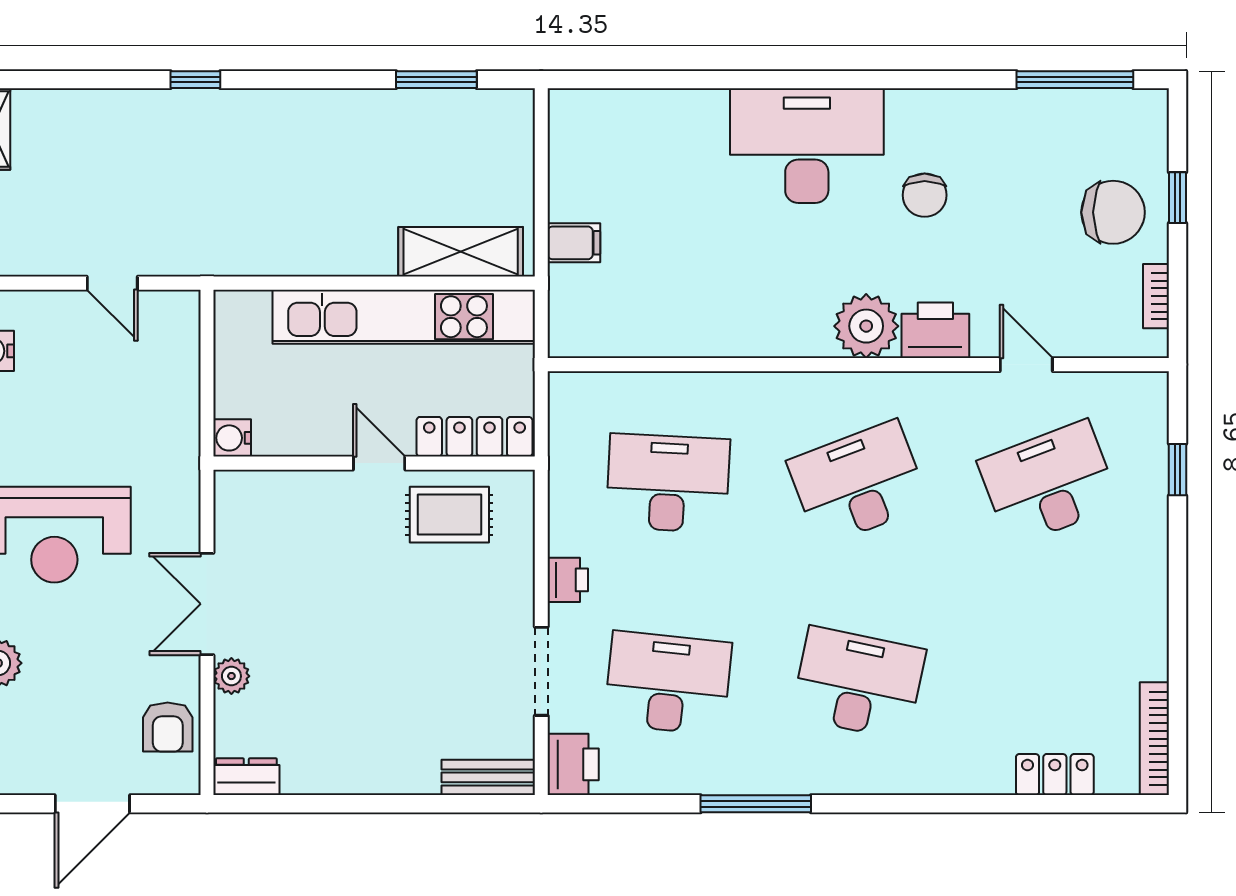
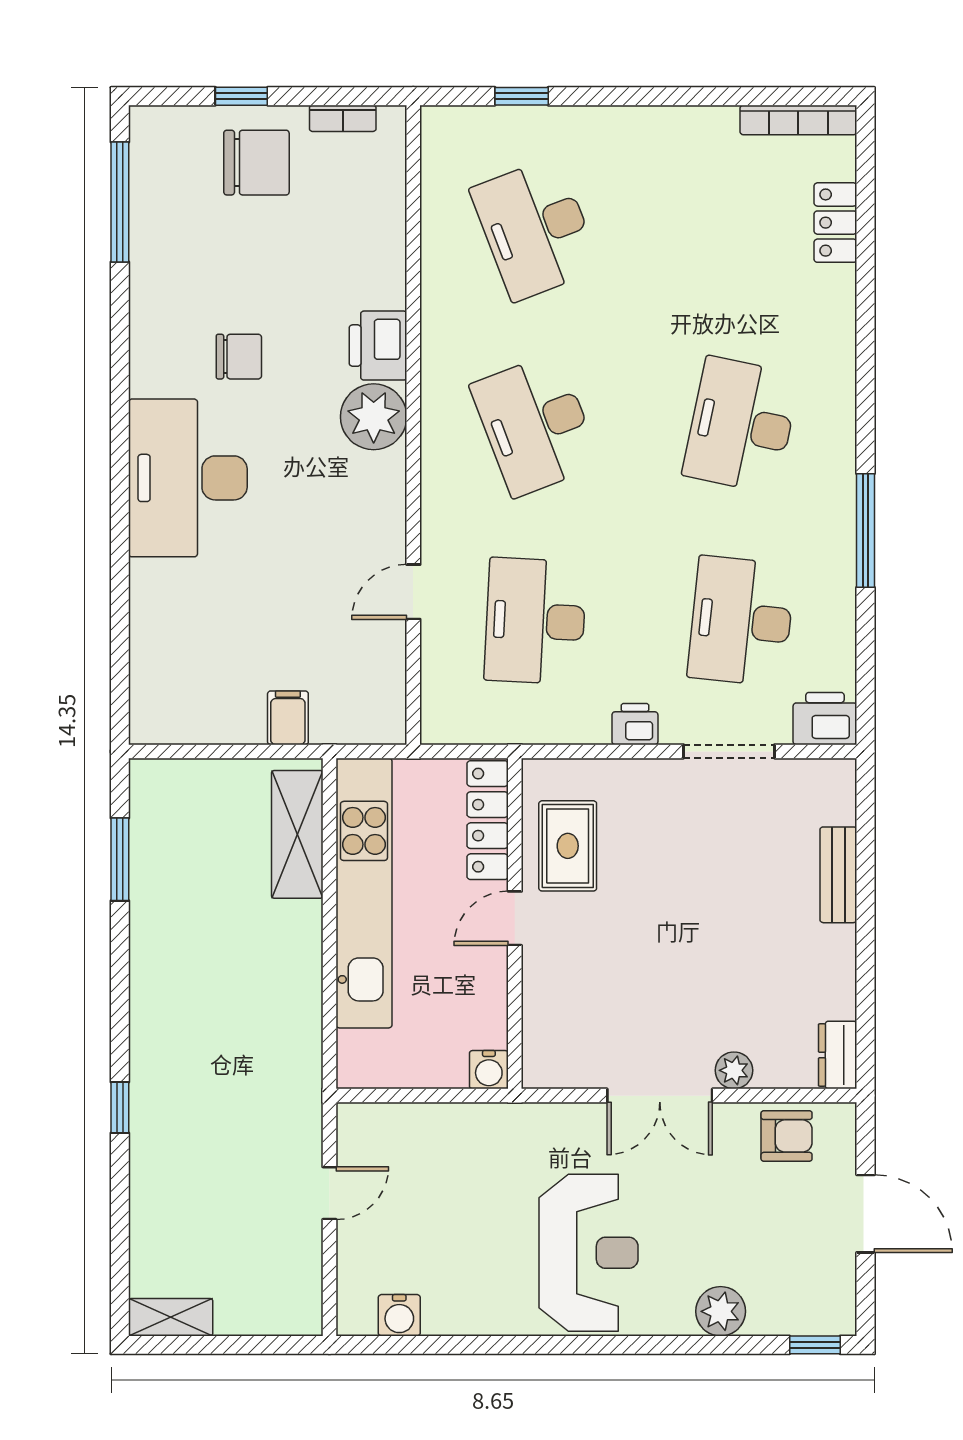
chair: (1113, 212) -> (256, 163), turned 90
door: (1026, 365) -> (413, 592), moved
bench: (488, 777) -> (838, 875), moved

